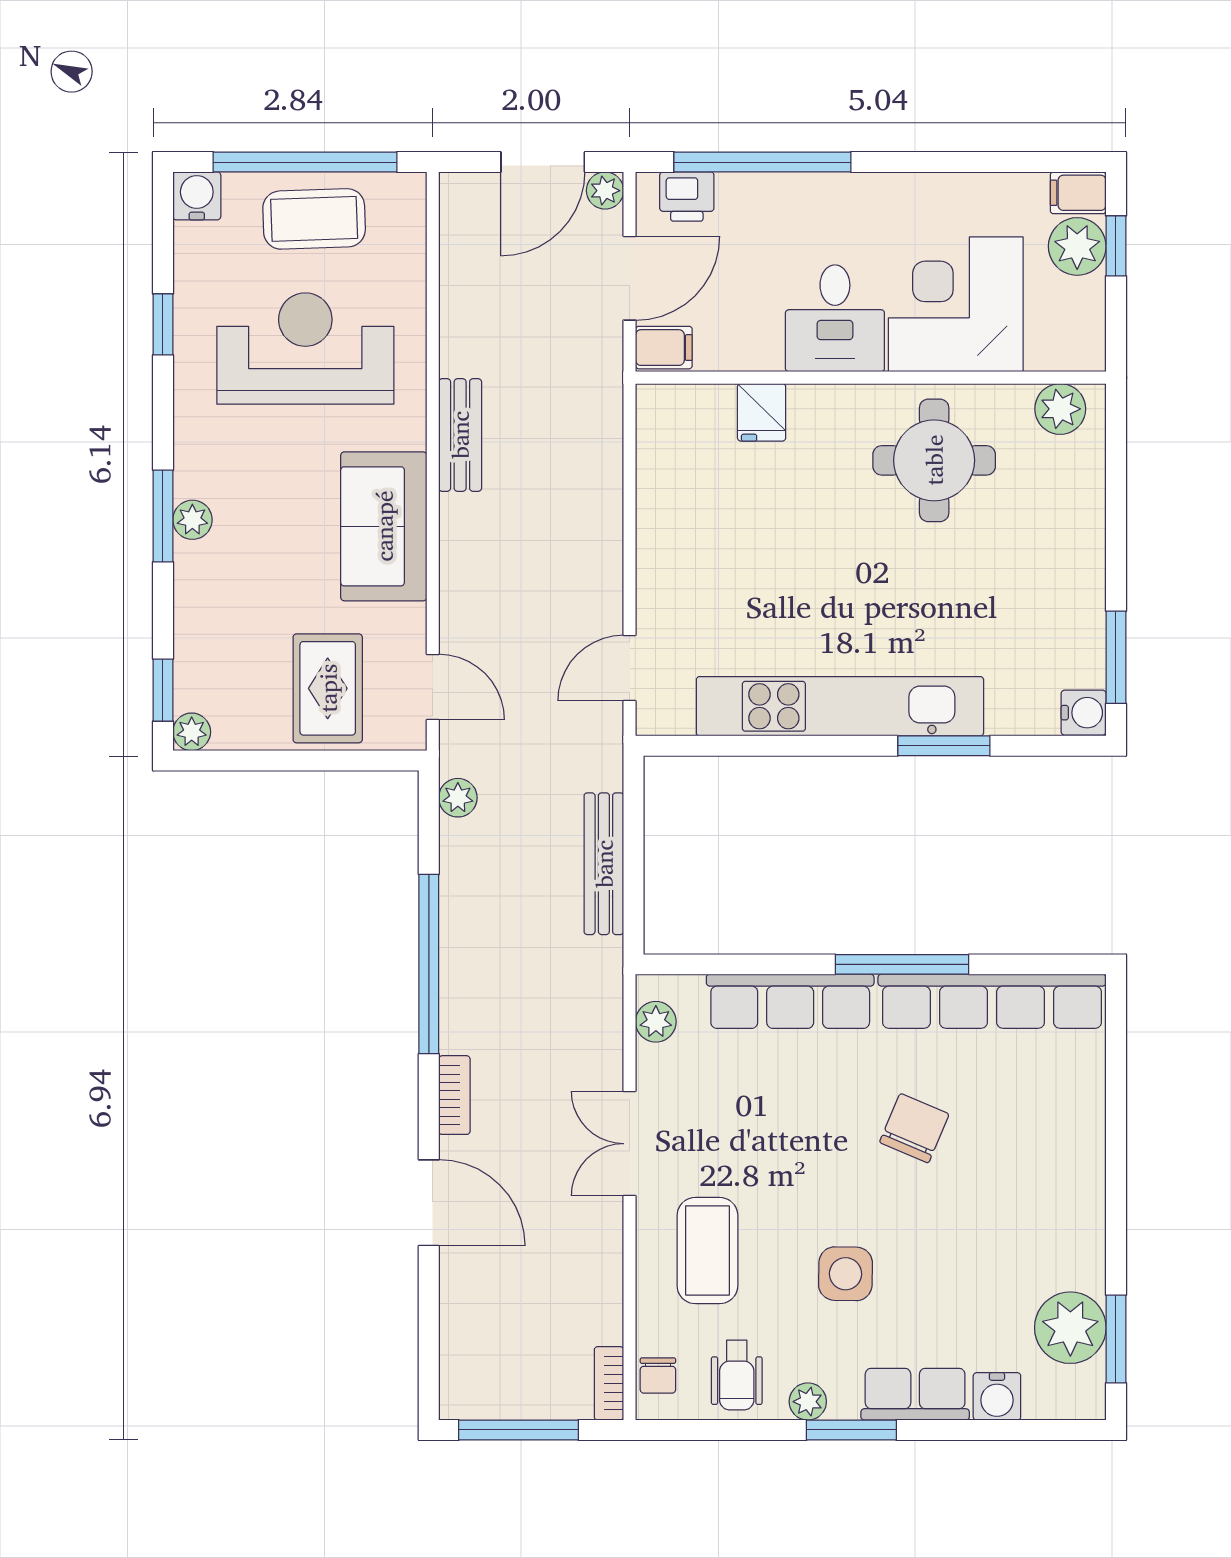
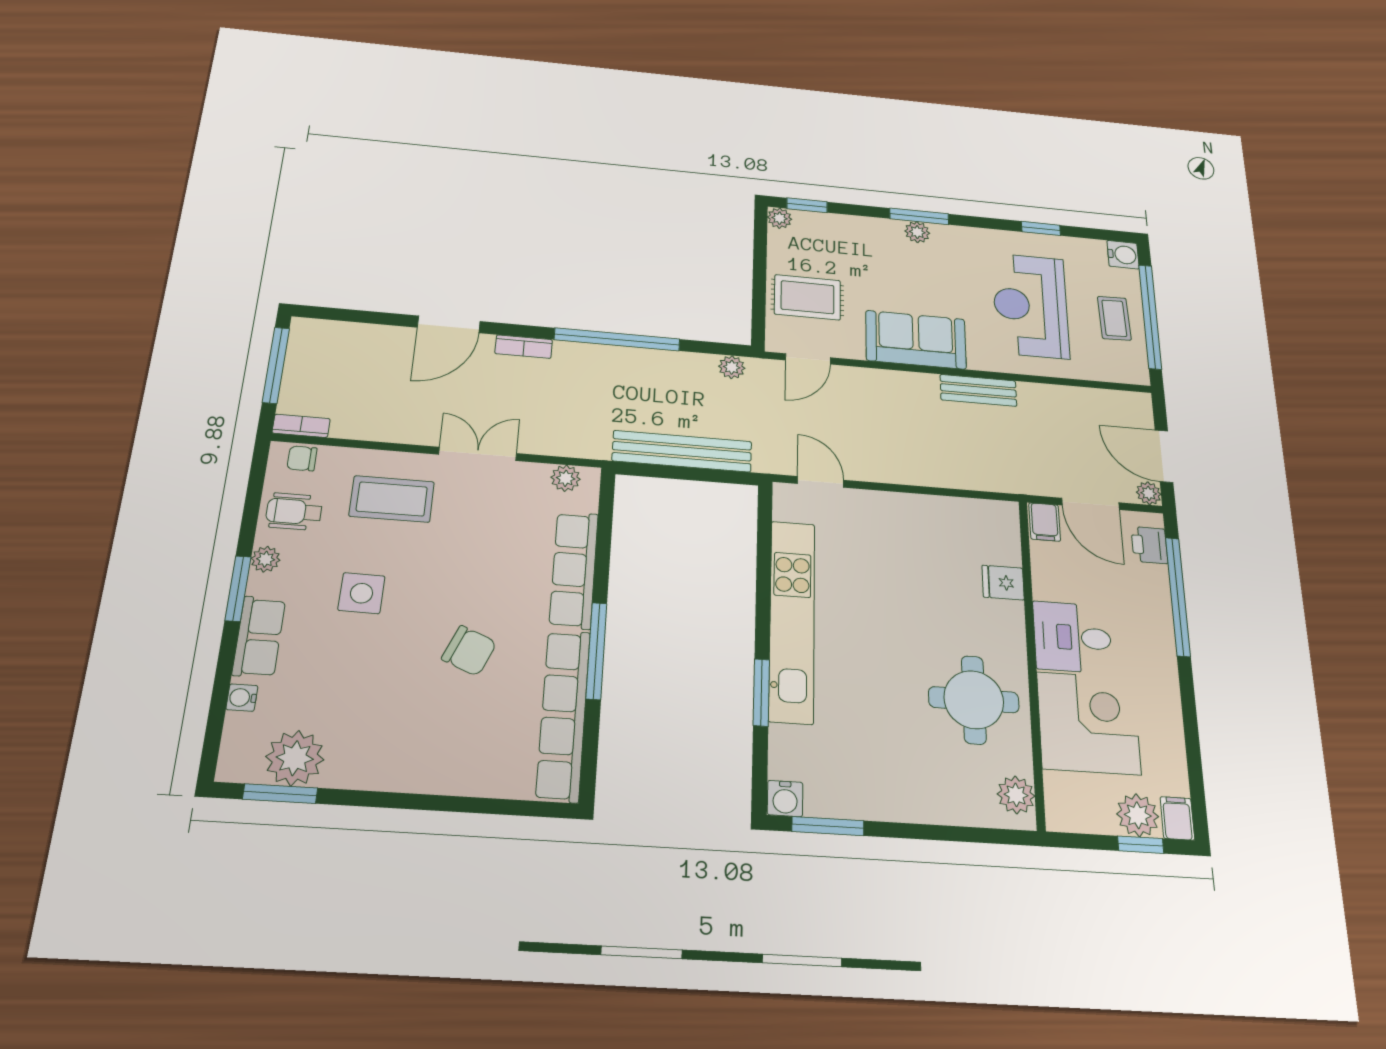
coffee table: (314, 219) -> (1114, 318), width x0.73, depth x0.77
reception desk: (305, 349) -> (1030, 305), turned 180
bench: (604, 864) -> (682, 451), width x1.37, depth x1.21
water cooler: (997, 1396) -> (242, 698), width x0.72, depth x0.72

